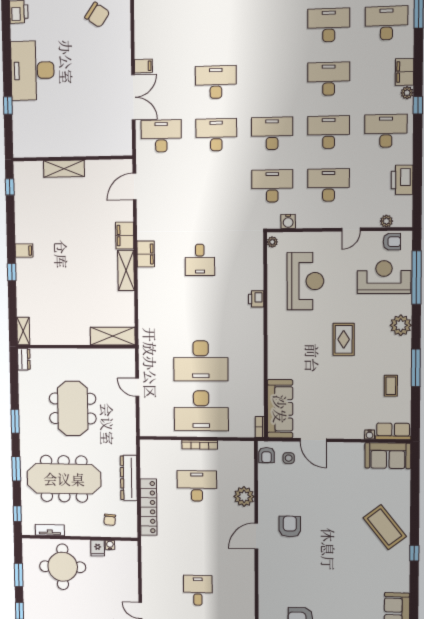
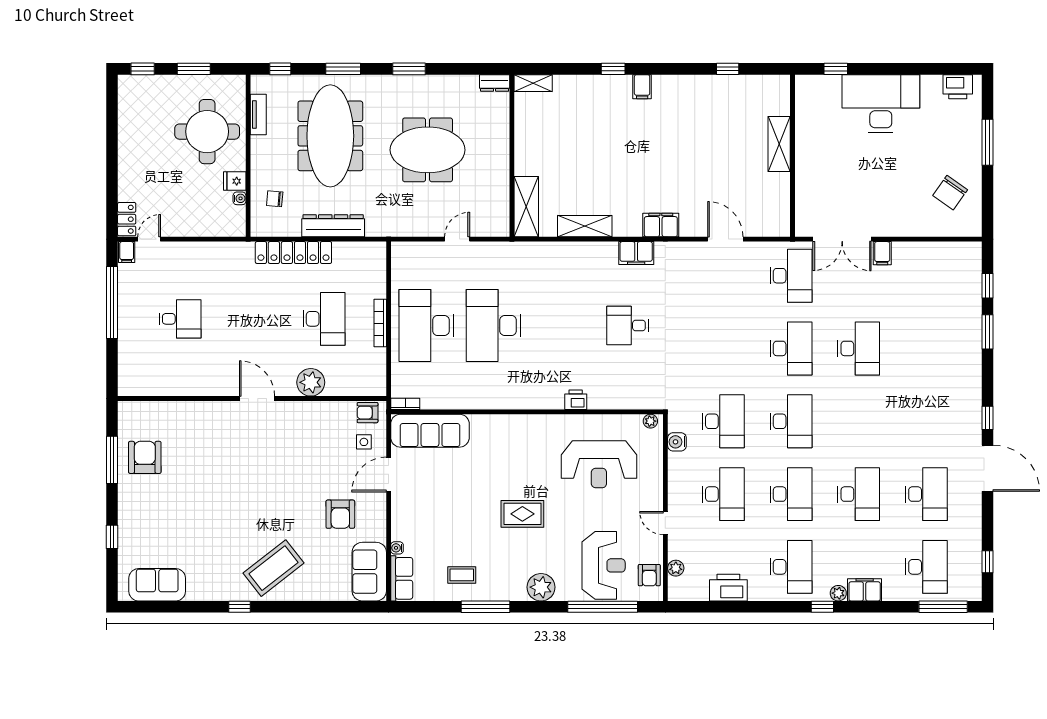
wall: (72, 158) -> (793, 156), moved
shelving: (64, 169) -> (779, 144), moved
shelving: (126, 270) -> (585, 226), moved
armchair: (290, 526) -> (340, 514), moved, turned 90

